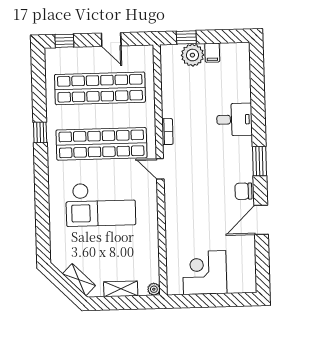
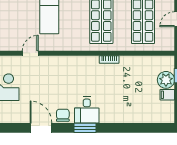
desk: (234, 120) -> (87, 110), moved
door: (160, 169) -> (30, 53), moved

